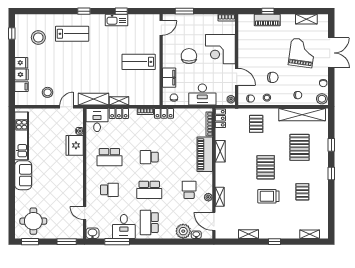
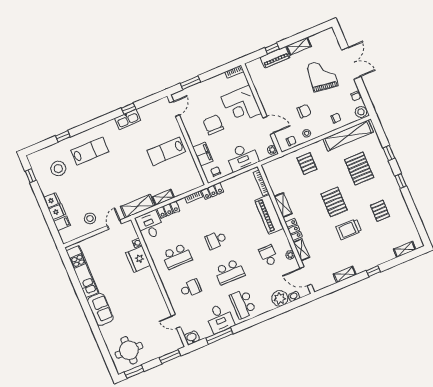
window: (84, 11) -> (63, 136), moved
shelving: (306, 19) -> (299, 46), moved
locker: (220, 118) -> (294, 230), moved

